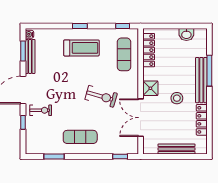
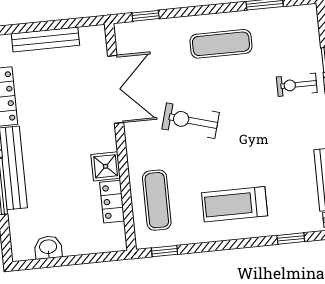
window: (80, 26) -> (291, 238), moved
locker: (149, 50) -> (112, 202), width x0.66
shower: (150, 88) -> (106, 166), moved
stool: (177, 98) -> (54, 131), removed

